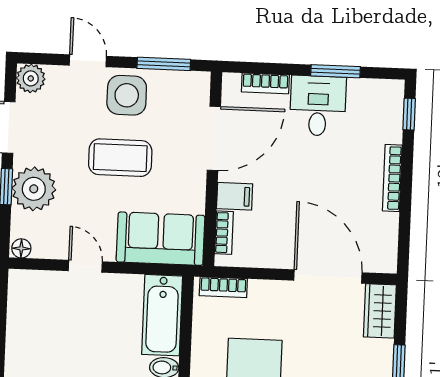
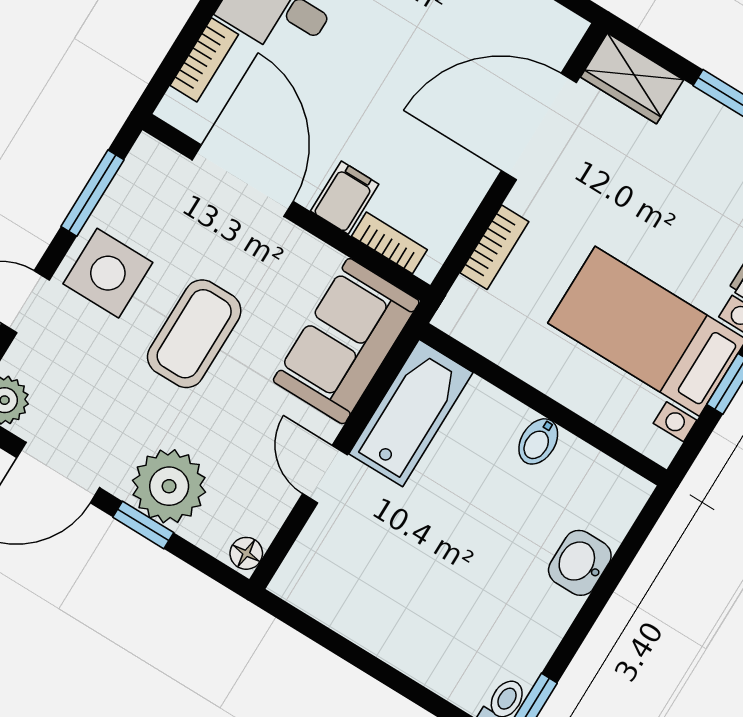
door: (85, 266) -> (325, 474), hinge flipped
bookcase: (223, 287) -> (494, 247), moved
bathtub: (162, 315) -> (411, 413), moved, turned -90

